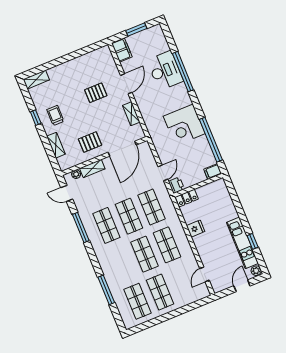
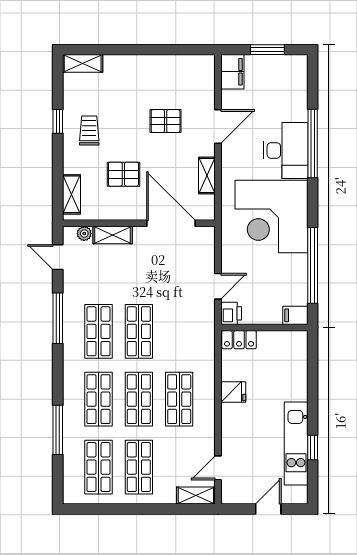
desk: (165, 71) -> (286, 150), moved
corner desk: (184, 125) -> (271, 216), width x1.36, depth x1.36
pallet: (90, 142) -> (123, 174), moved
shelving: (56, 145) -> (71, 194), moved
door: (122, 149) -> (171, 223), swing flipped
shop shelf: (151, 207) -> (99, 399), moved
plant: (256, 271) -> (300, 495), removed
shelving: (198, 295) -> (196, 496), added

